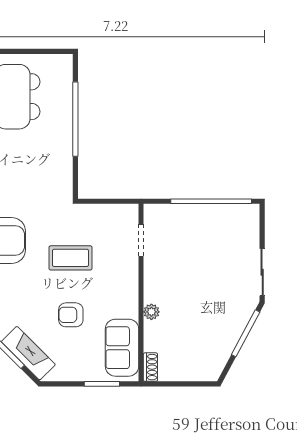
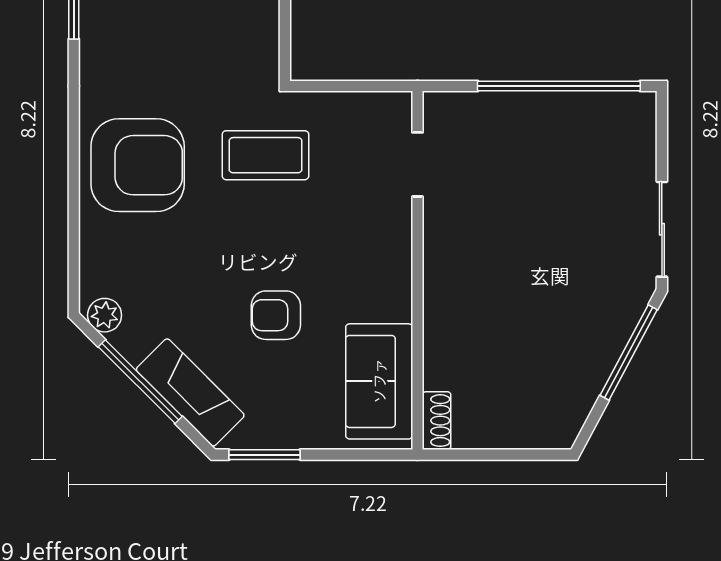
coffee table: (70, 258) -> (265, 155), moved
plant: (151, 312) -> (439, 309), removed
window: (102, 384) -> (265, 455), moved

